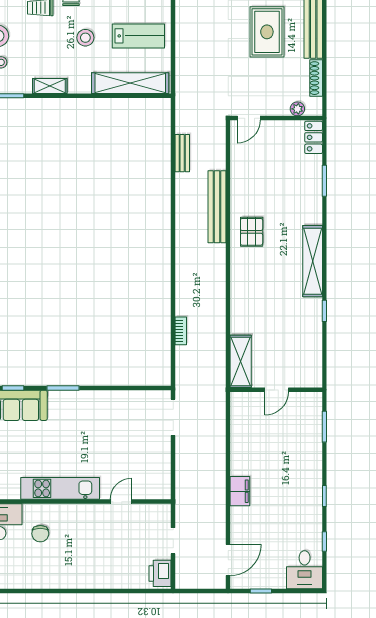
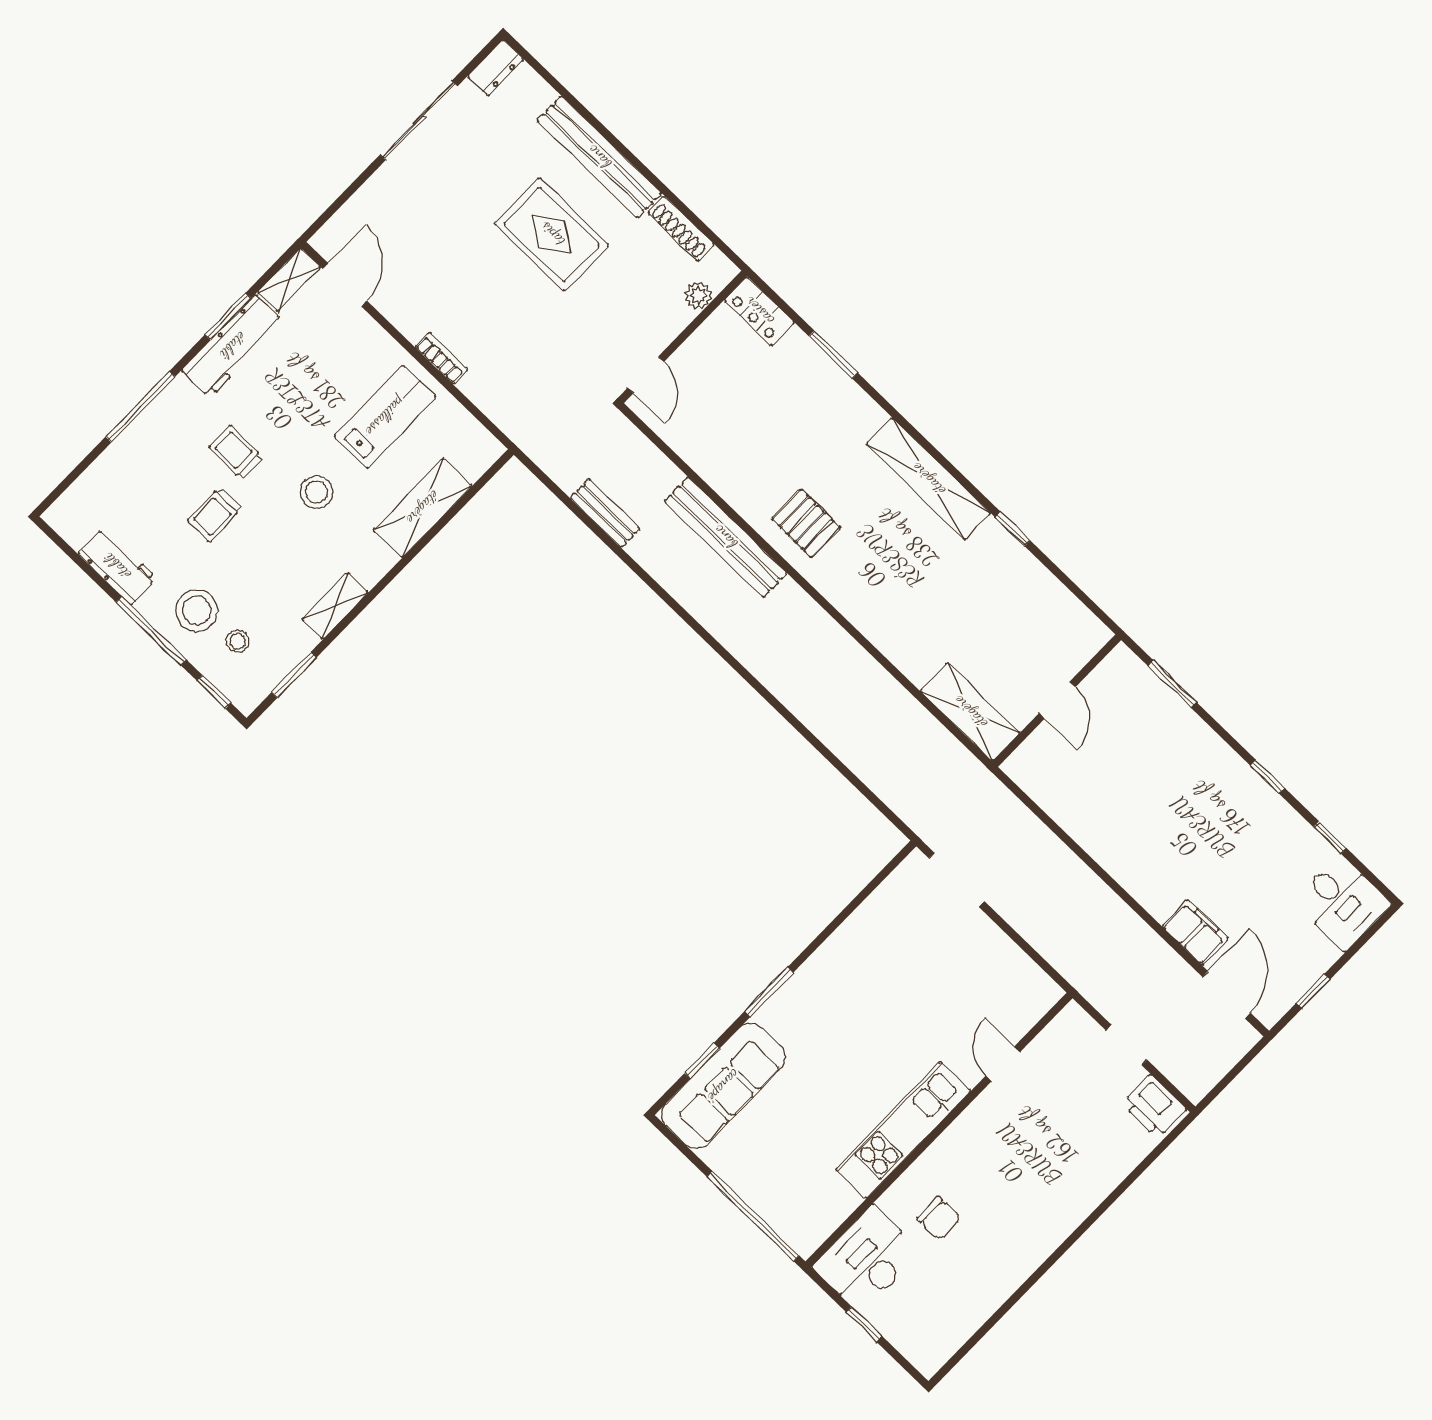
shelving: (130, 83) -> (423, 508), width x0.68
bookcase: (181, 331) -> (441, 358), moved
filing cabinet: (240, 491) -> (1195, 932), moved

